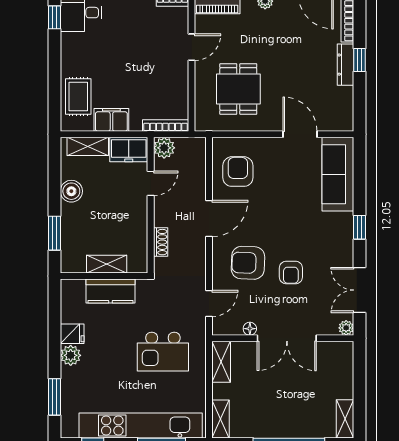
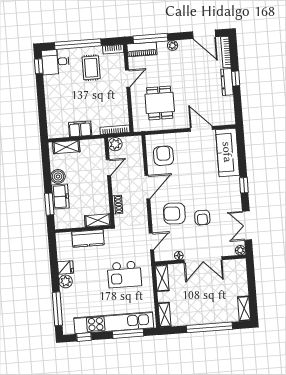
rug: (78, 96) -> (91, 68), moved
freezer: (129, 149) -> (60, 197), moved, turned -90
shelving: (107, 264) -> (98, 220), moved
window: (55, 397) -> (57, 309), width x1.44

